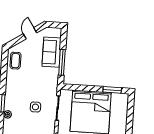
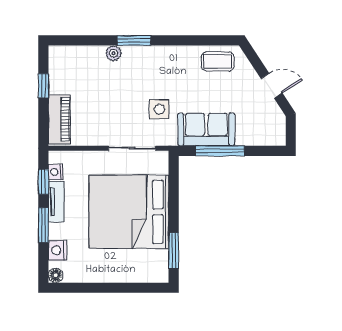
sofa: (52, 52) -> (206, 129), moved
side table: (35, 107) -> (159, 109), moved

